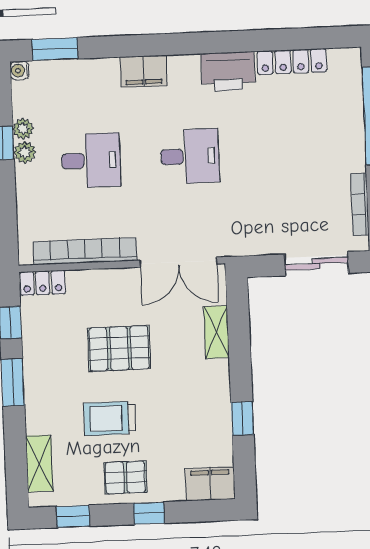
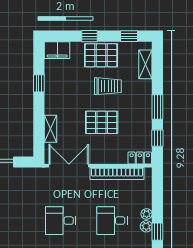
plant: (23, 129) -> (147, 214), moved
pallet: (125, 477) -> (101, 55), width x1.50, depth x1.42

